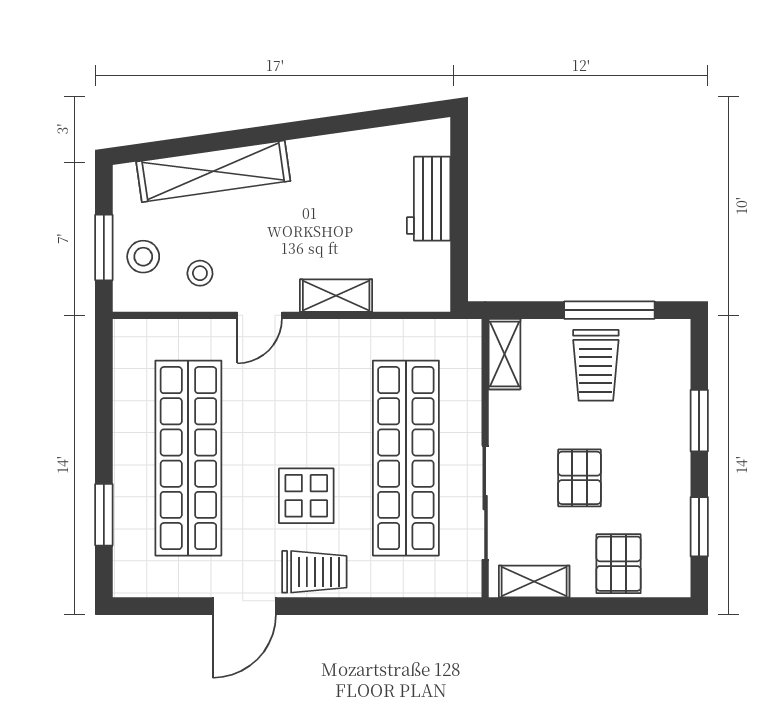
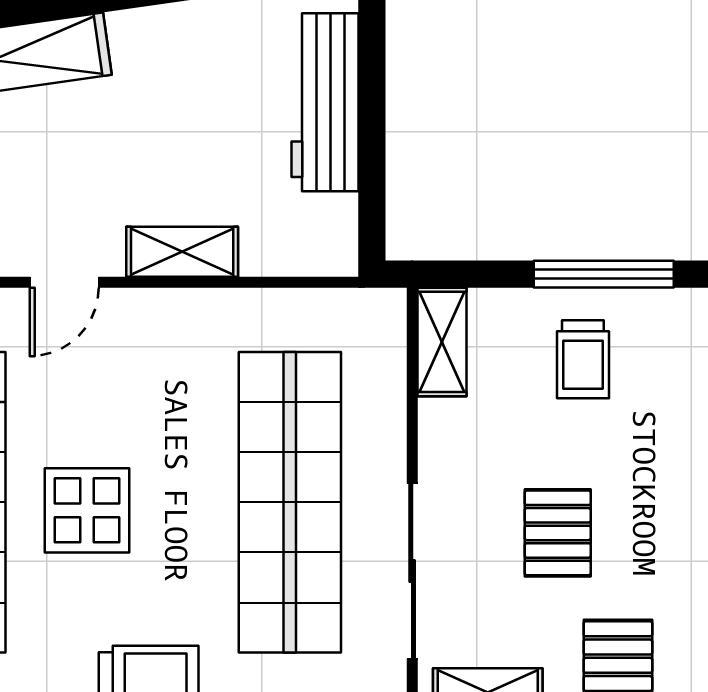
workbench: (429, 199) -> (325, 102), width x1.38
trolley: (596, 365) -> (583, 359), width x0.73, depth x0.72
display table: (306, 496) -> (87, 510), moved

